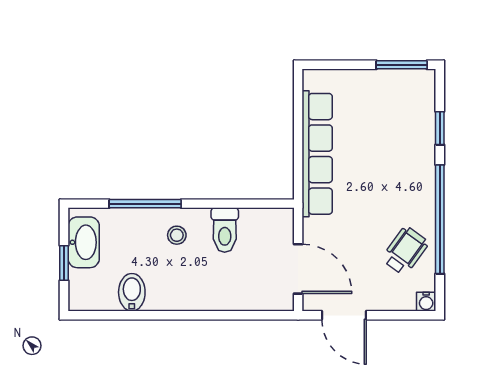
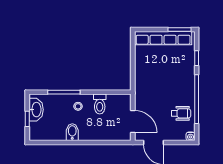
row of seats: (317, 154) -> (163, 38), moved, turned 90
wheelchair: (405, 251) -> (181, 113), turned 54
bidet: (132, 292) -> (72, 132), moved

